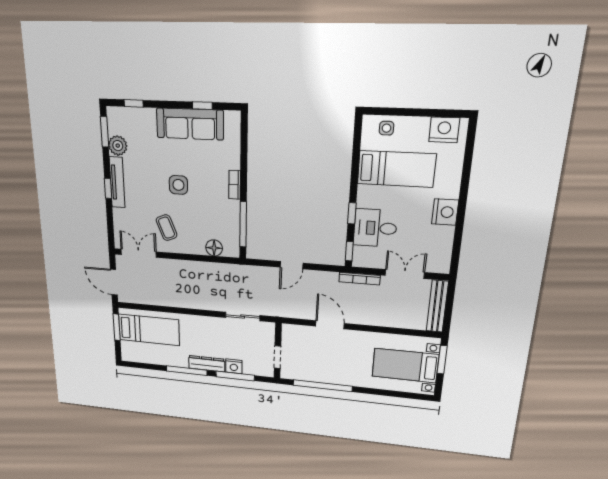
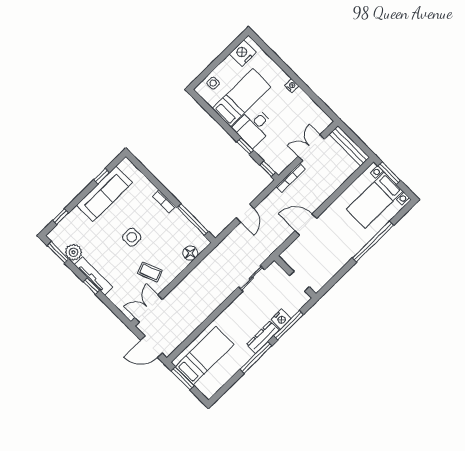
nightstand: (445, 212) -> (292, 86), width x0.53, depth x0.56
desk: (375, 228) -> (253, 127), moved
window: (322, 386) -> (373, 242), moved

